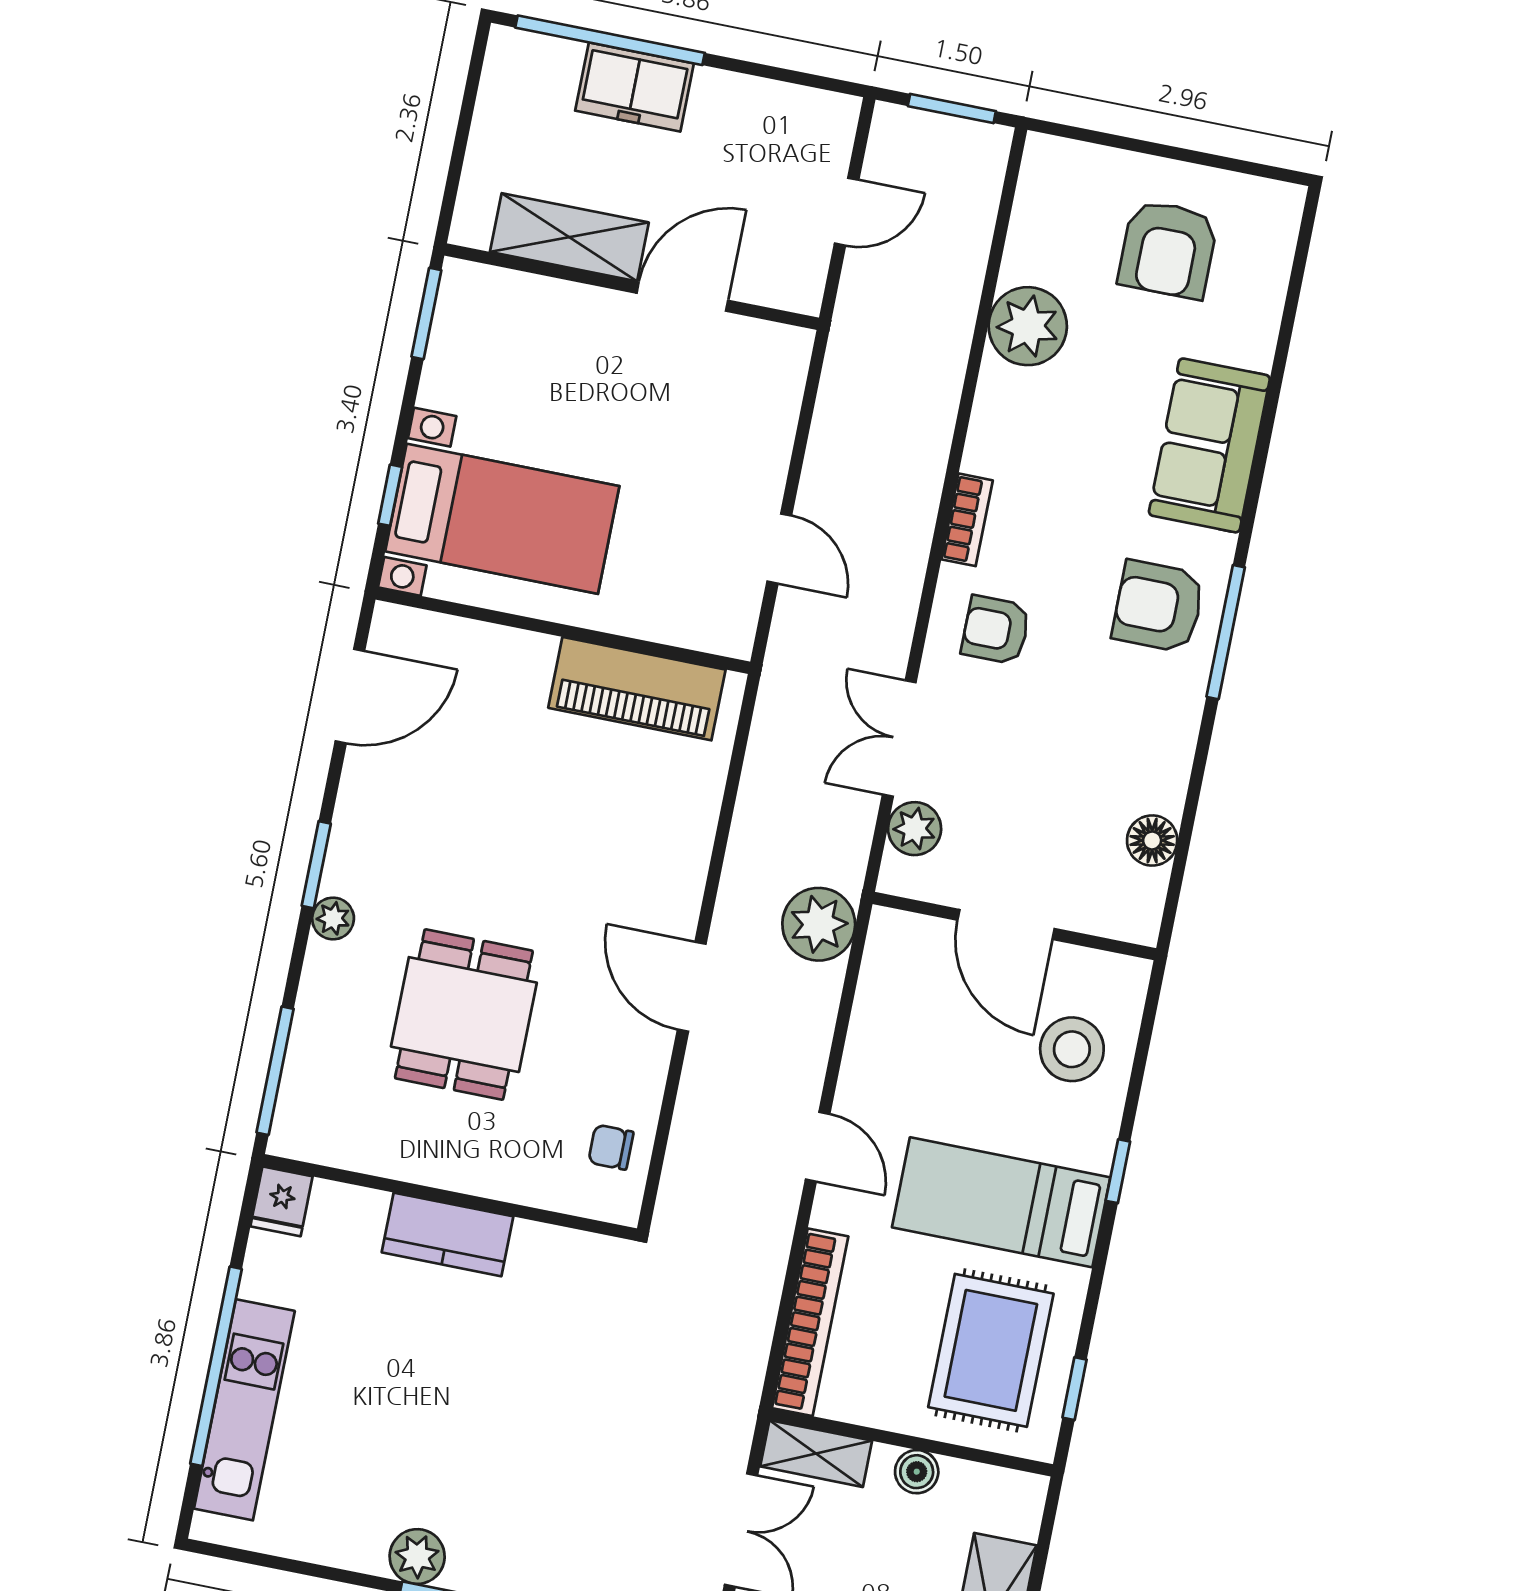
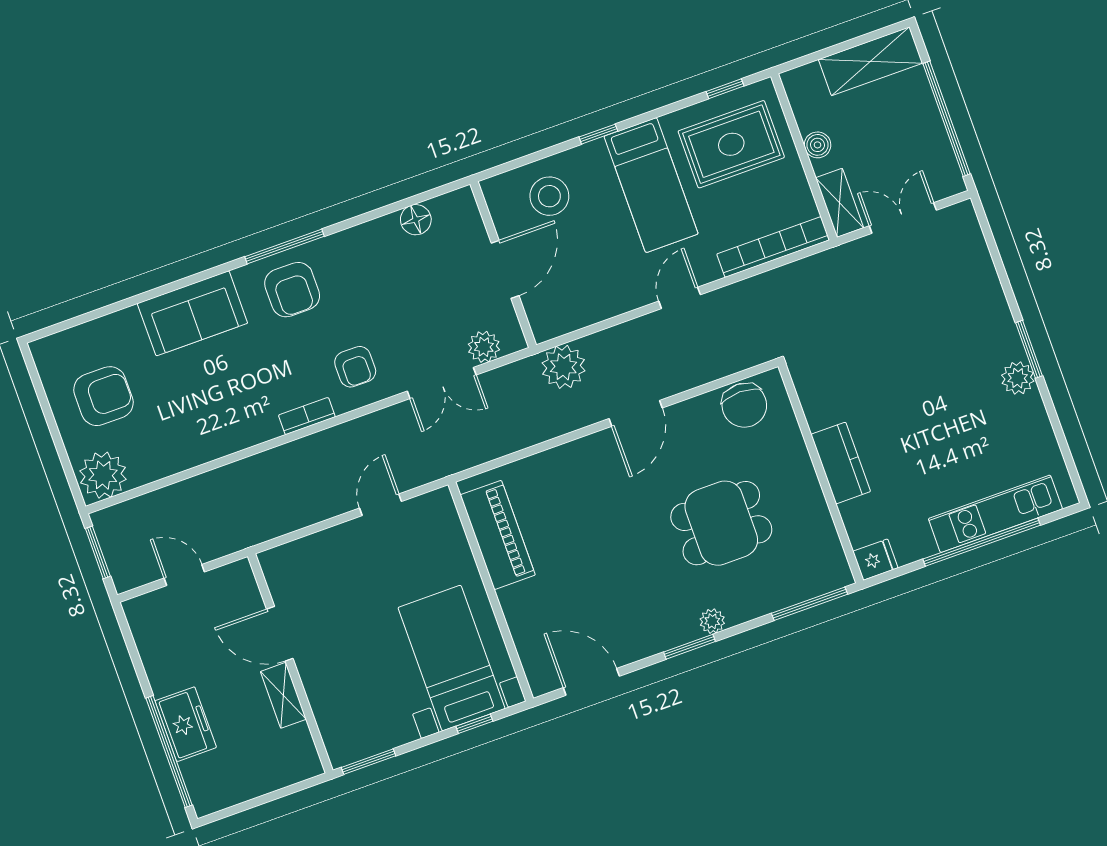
shelving: (569, 237) -> (283, 695), width x0.67, depth x0.75
plant: (1028, 326) -> (103, 475), moved
chair: (611, 1147) -> (744, 405), width x1.87, depth x1.87

